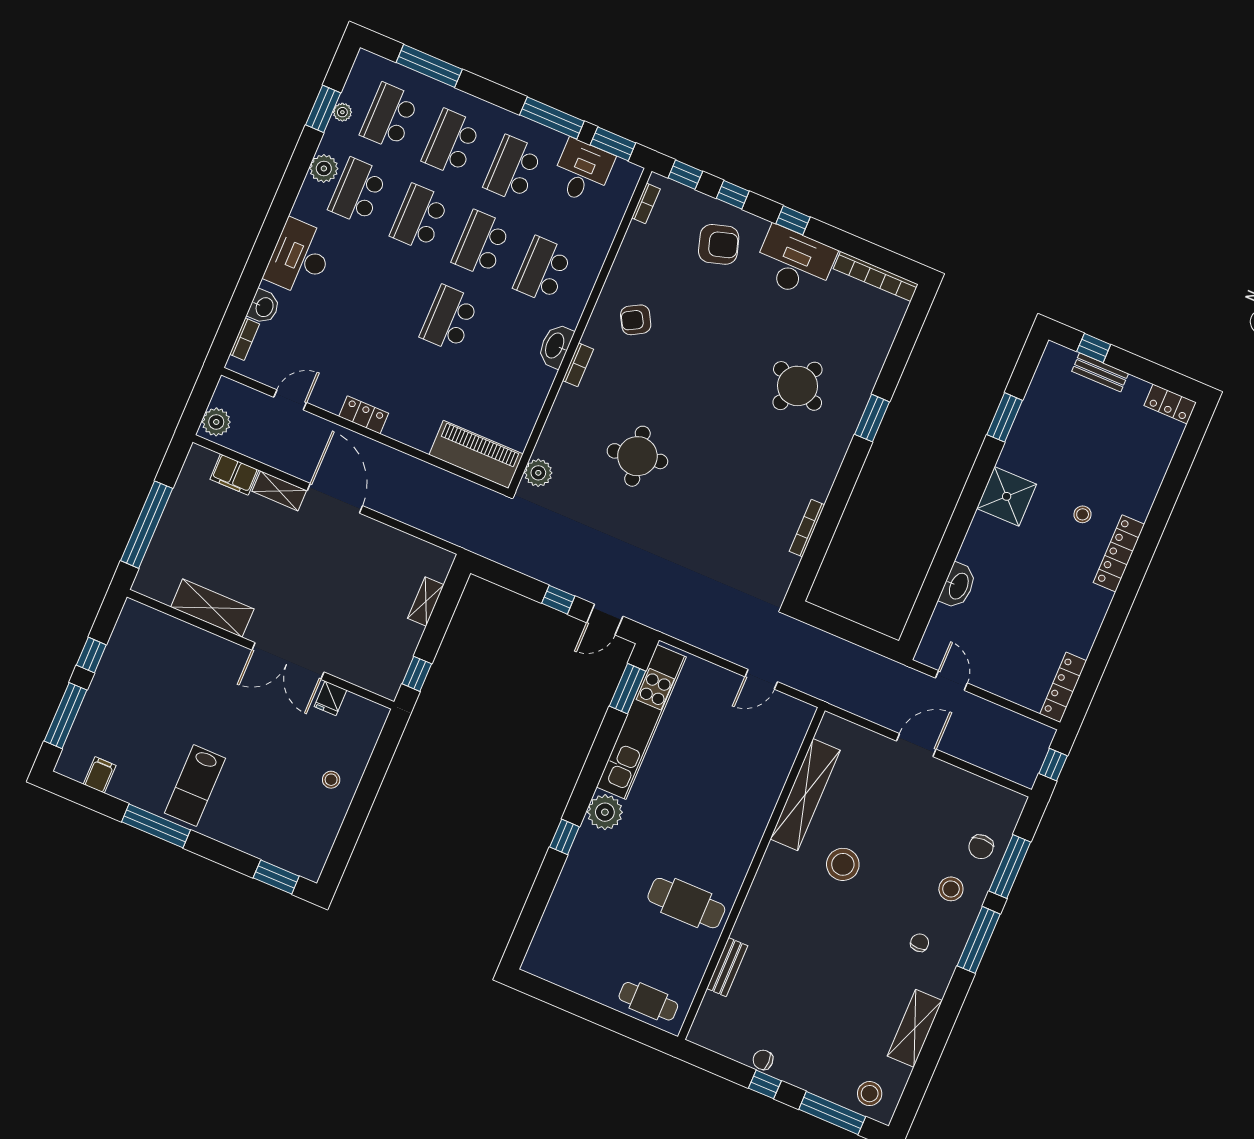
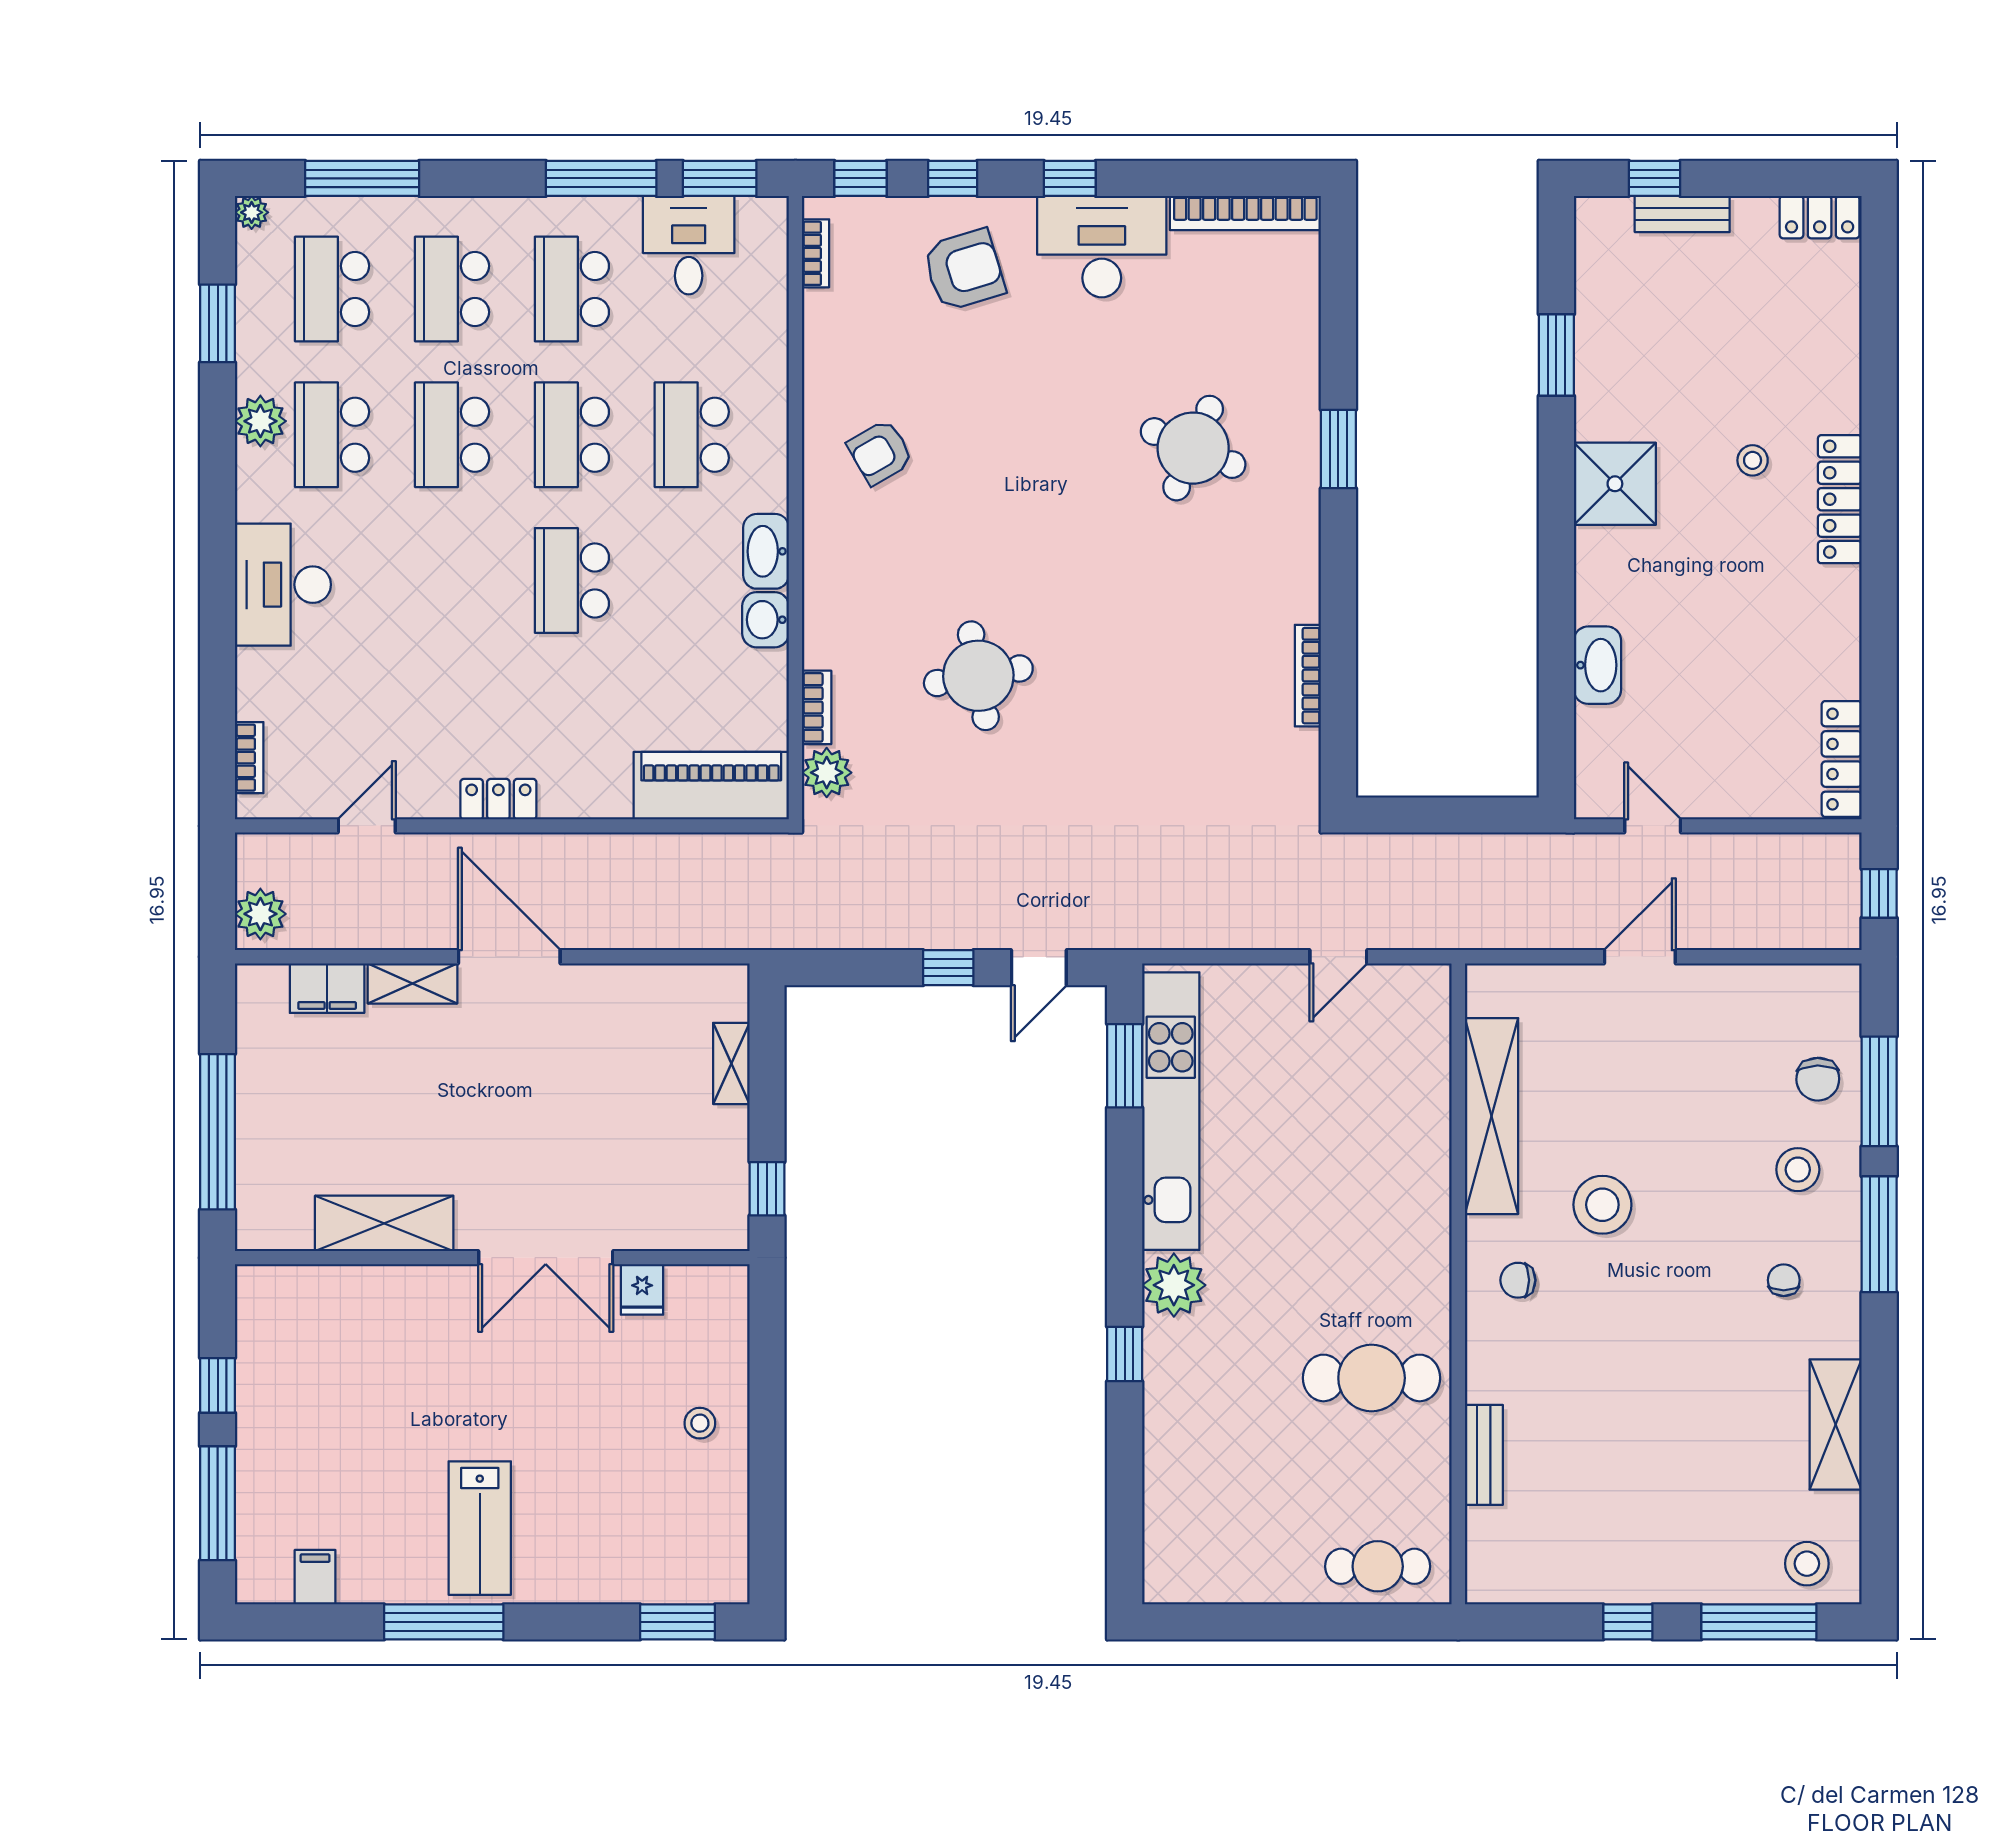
plant: (342, 112) -> (252, 212), moved
washbasin: (264, 307) -> (766, 620), moved, turned 180
bookcase: (578, 365) -> (817, 707), moved
chair: (763, 1060) -> (1518, 1280), moved

